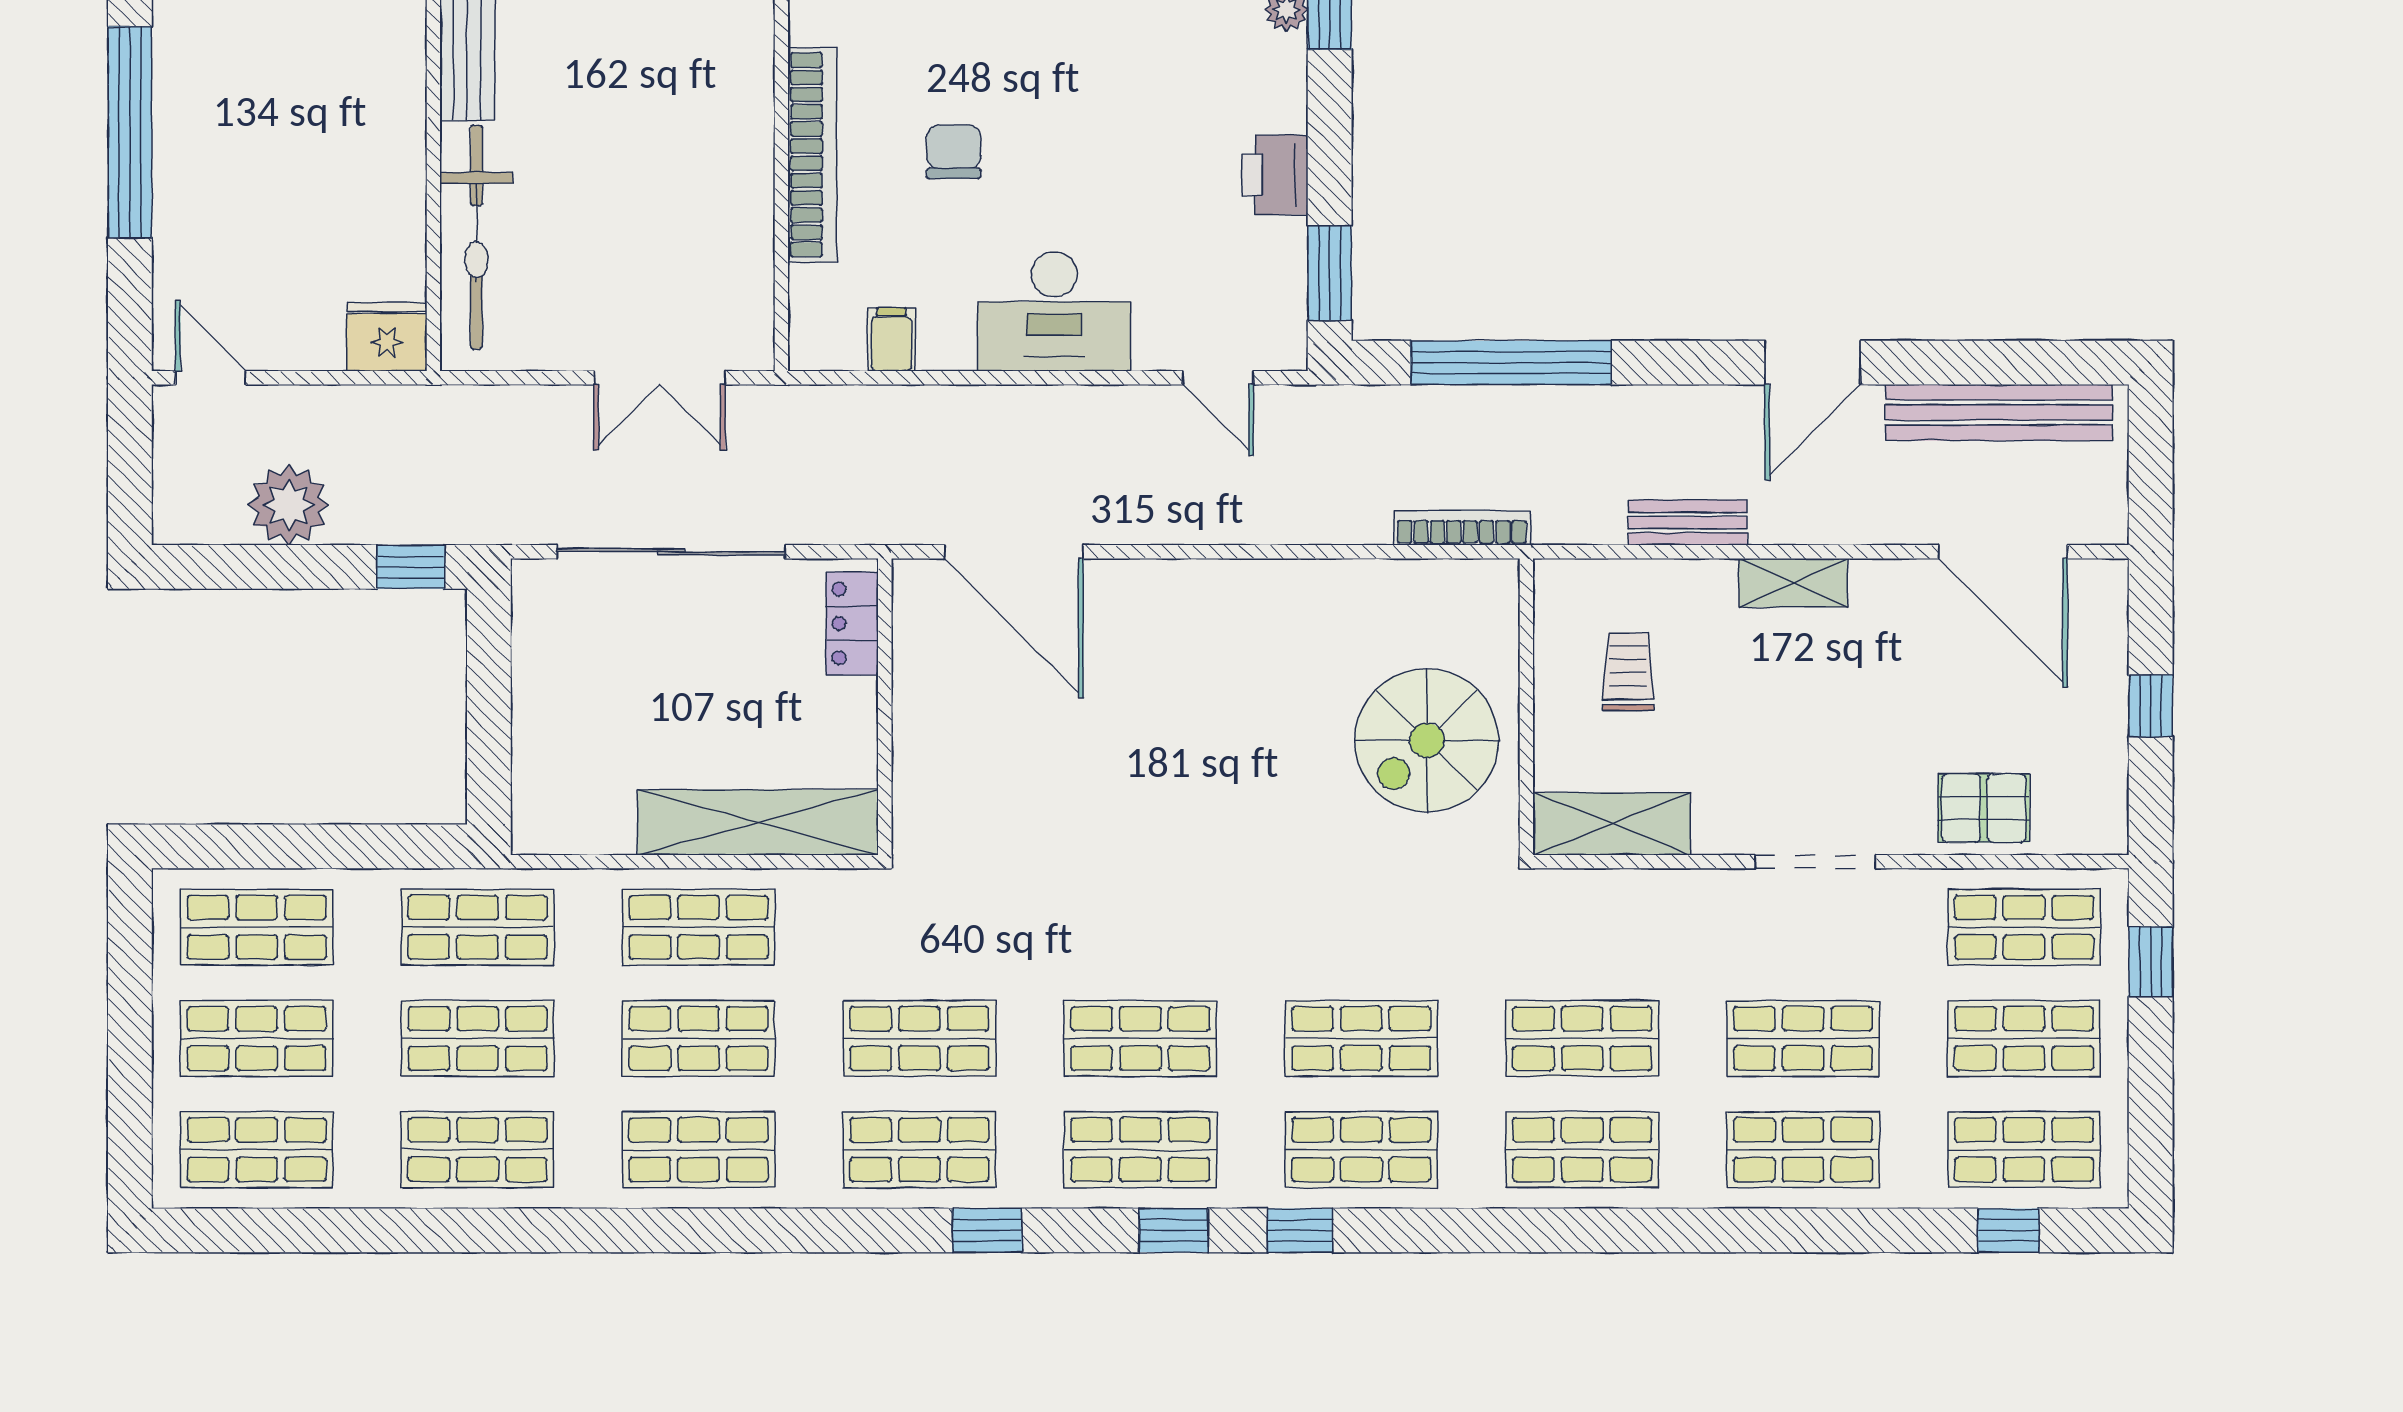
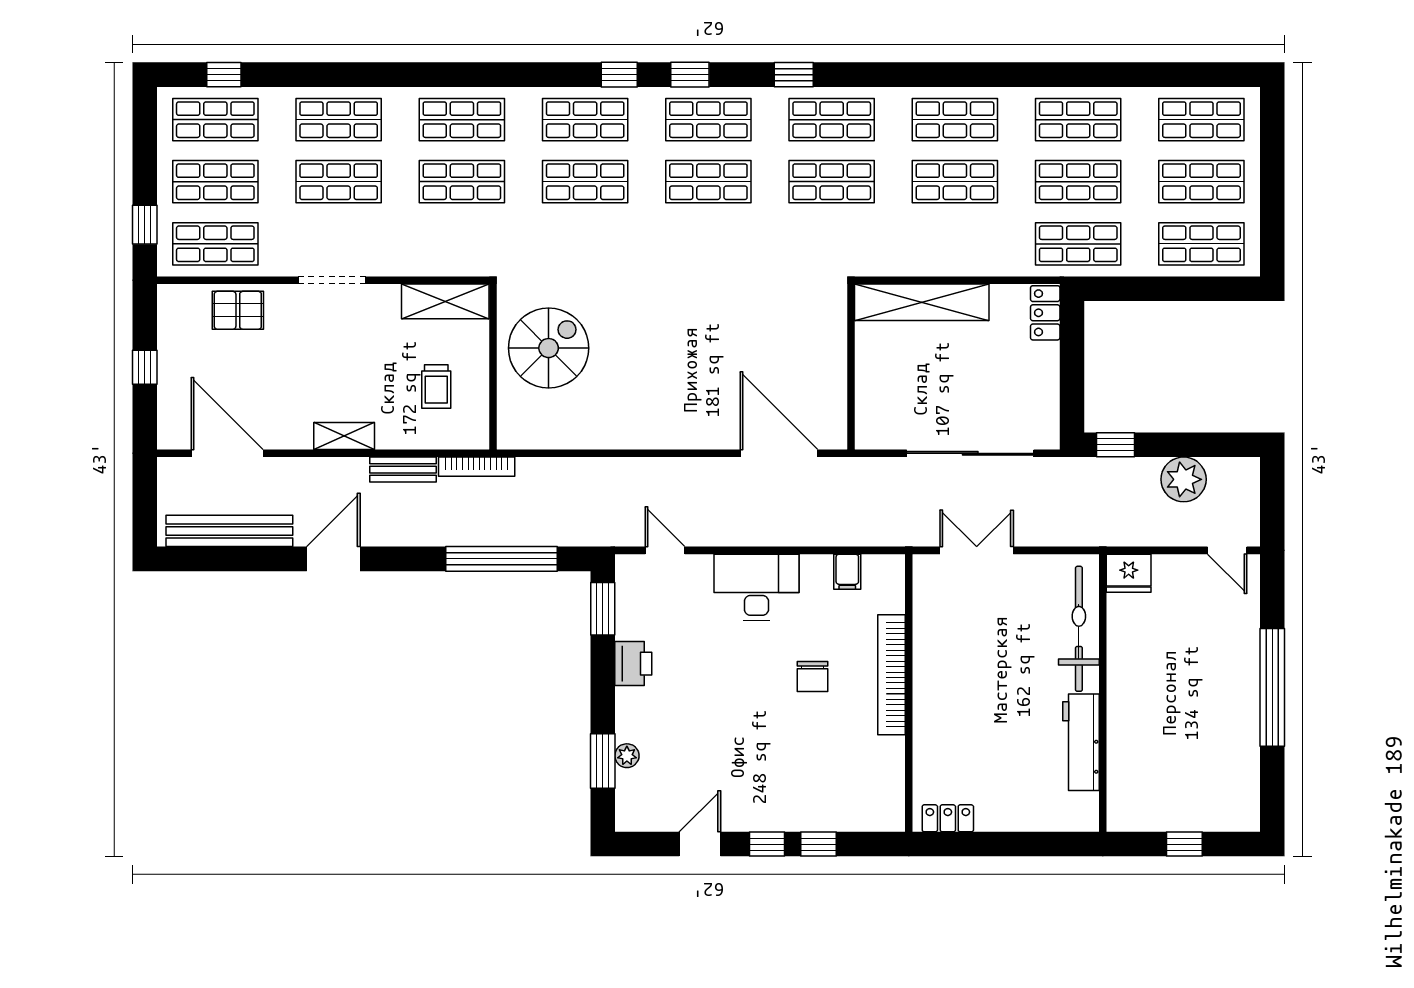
bookcase: (1462, 528) -> (477, 467), moved
locker: (852, 623) -> (1045, 313), moved, turned 180
shop shelf: (699, 927) -> (955, 244), removed

